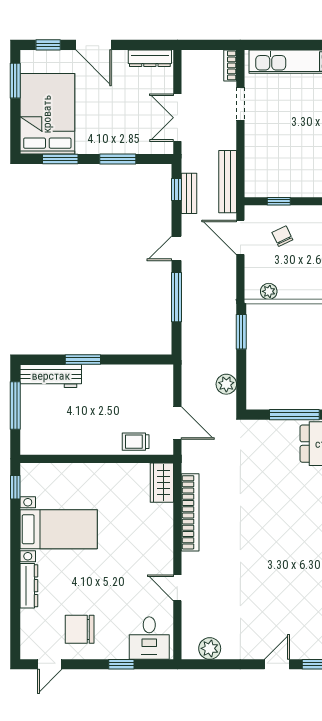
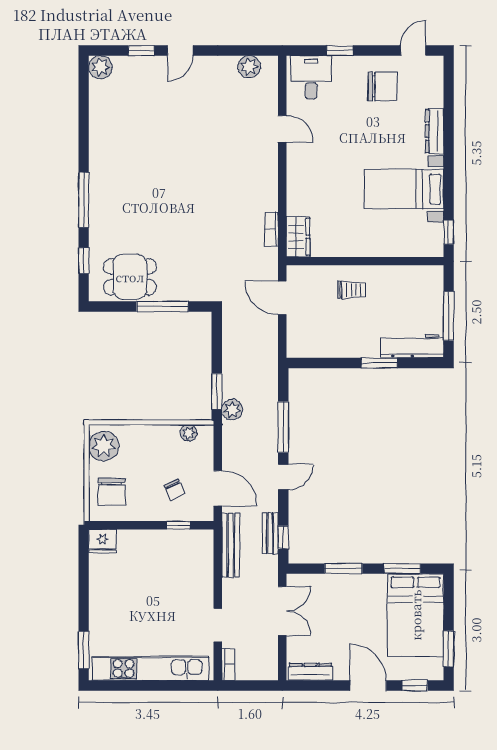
plant: (226, 384) -> (232, 410), moved
trolley: (136, 442) -> (352, 290), moved
bookcase: (190, 512) -> (271, 229), width x0.43, depth x0.76

